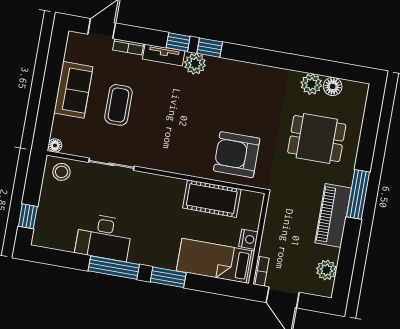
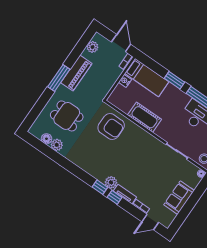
coffee table: (118, 105) -> (160, 179), removed
cot: (212, 199) -> (145, 117), moved

